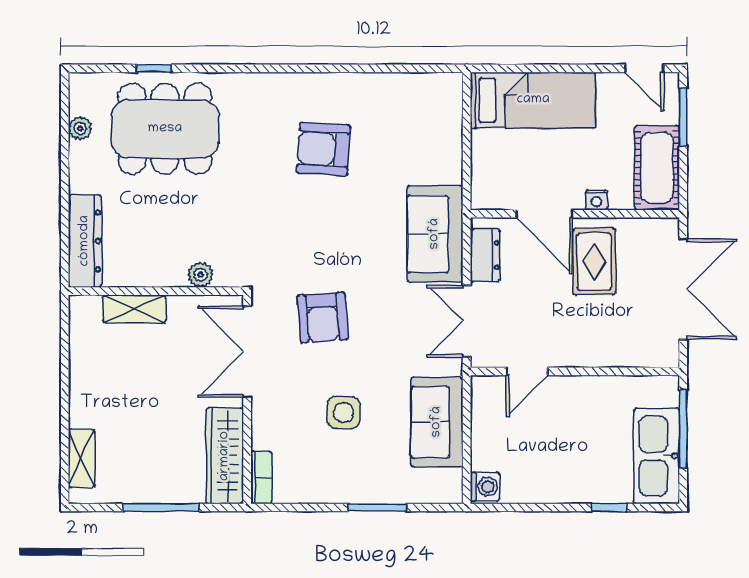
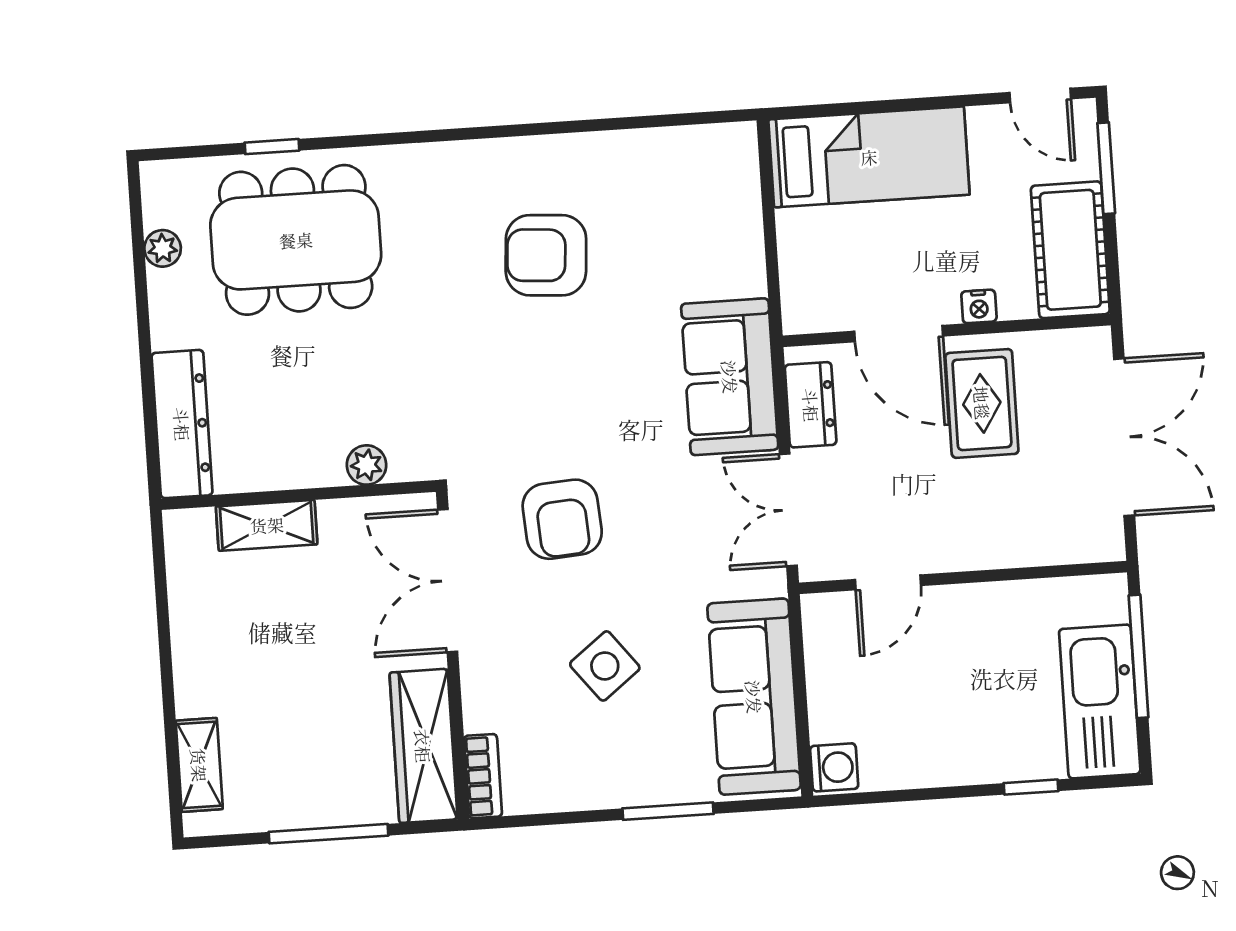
side table: (343, 413) -> (605, 666), turned -38
sofa: (437, 422) -> (754, 697), width x1.36

